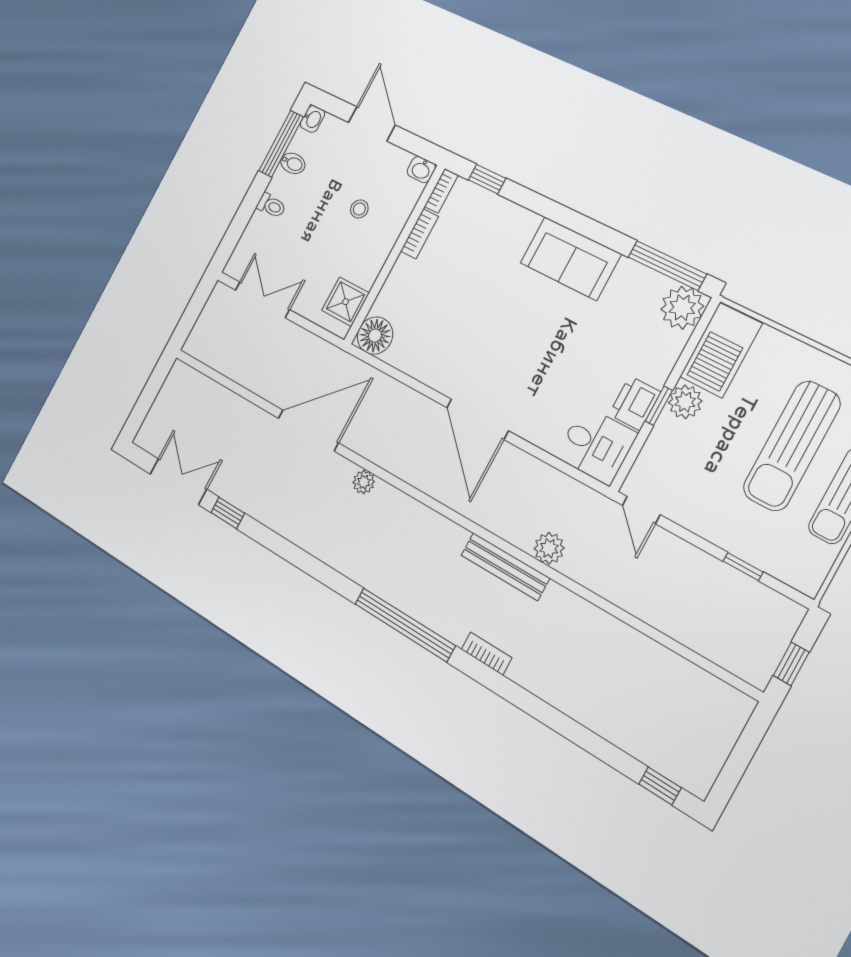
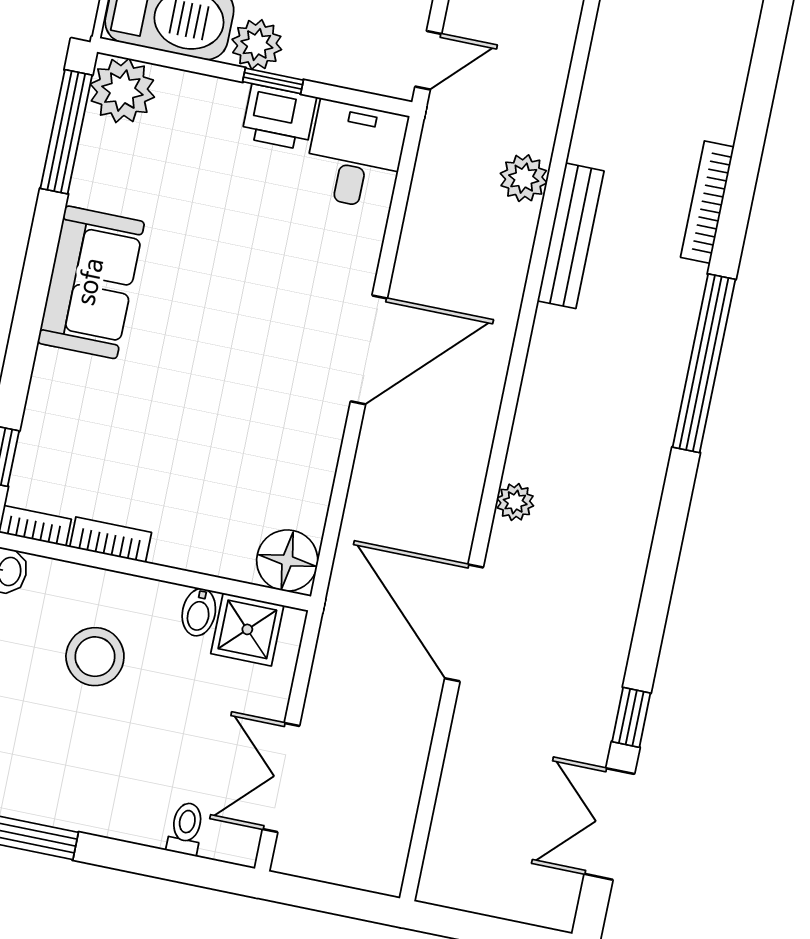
bidet: (293, 163) -> (199, 612), moved, turned 180
toilet: (271, 206) -> (186, 829), moved
stool: (359, 209) -> (95, 657), width x1.89, depth x1.89
bookcase: (487, 654) -> (707, 202), width x1.56

